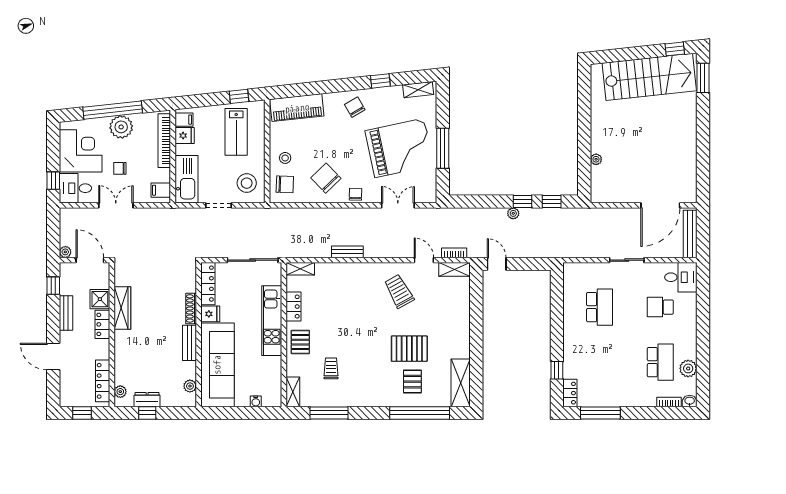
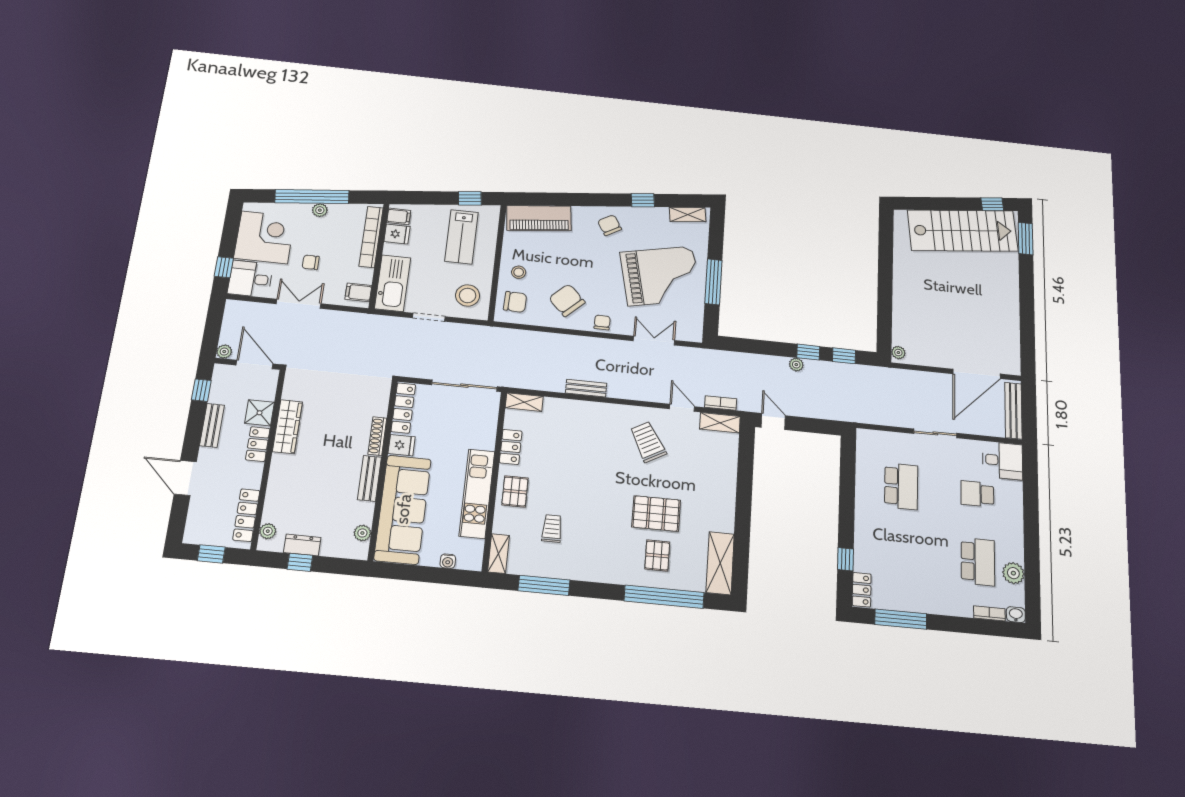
plant: (121, 127) -> (320, 210), width x0.53, depth x0.53
plant: (596, 159) -> (898, 353), moved
kitchen unit: (272, 321) -> (477, 493), moved

